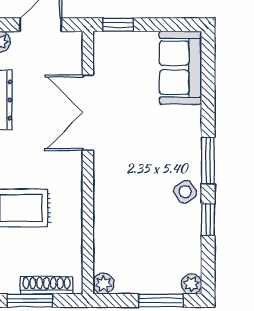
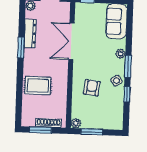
armchair: (134, 208) -> (92, 88), added
plant: (192, 284) -> (121, 54), moved
window: (161, 300) -> (92, 132), moved

